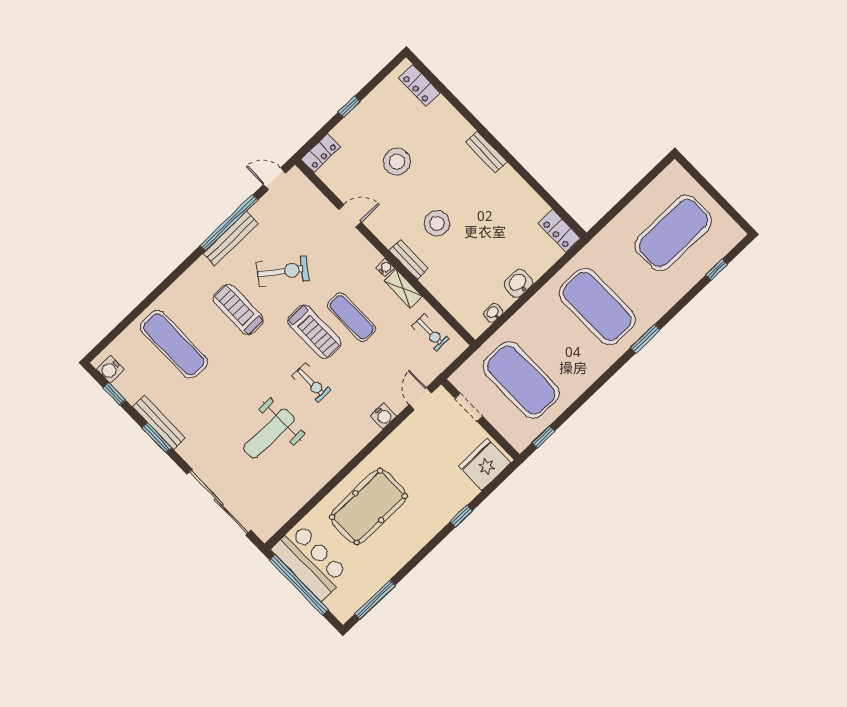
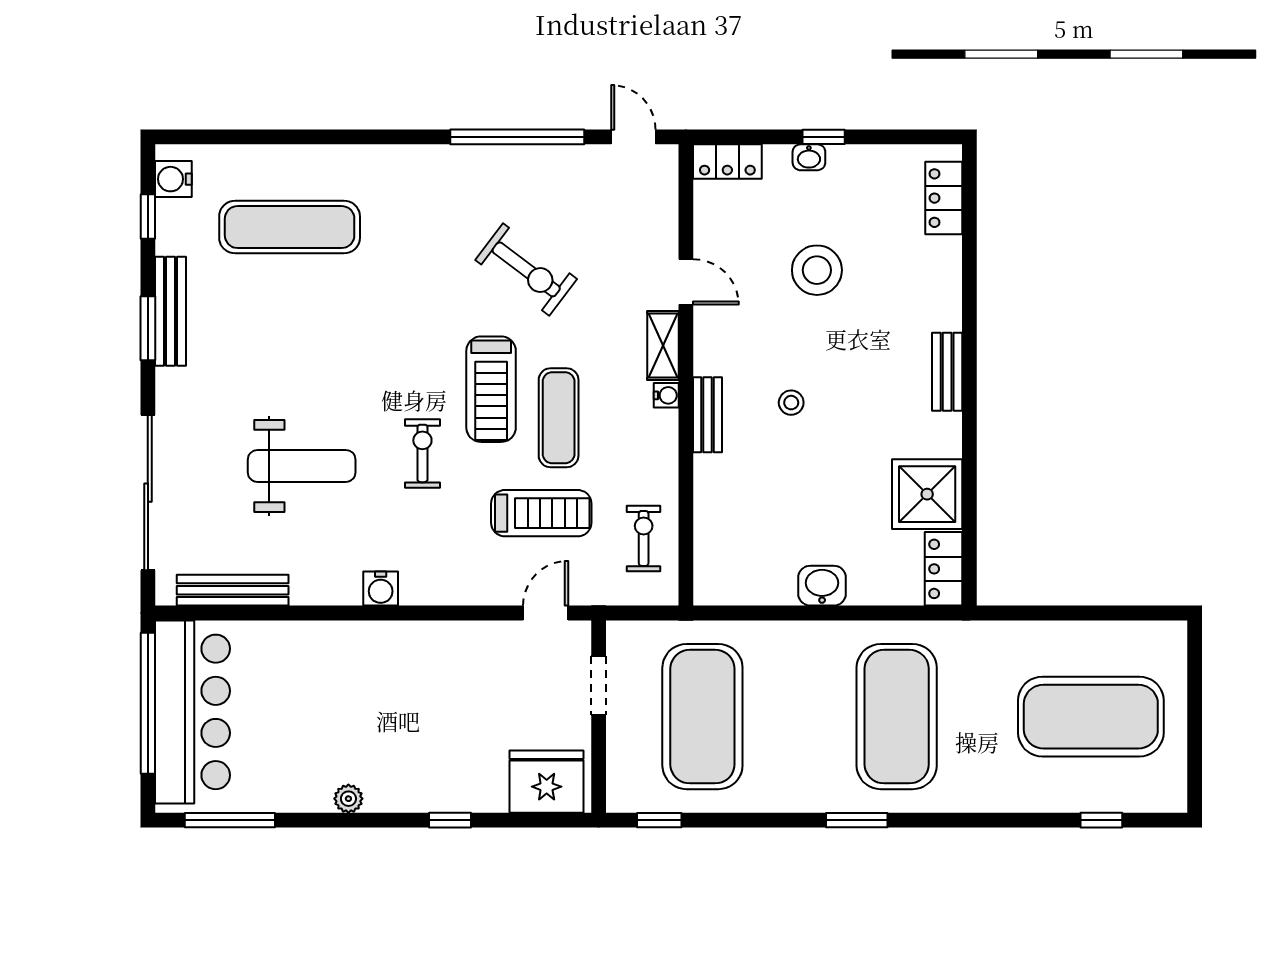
shower: (525, 208) -> (927, 494), added
stool: (437, 223) -> (791, 403), width x0.53, depth x0.53
bench: (231, 238) -> (233, 590), moved
shelving: (403, 288) -> (663, 345), moved
treadmill: (238, 309) -> (541, 513), moved, turned 90
washbasin: (493, 313) -> (809, 157), moved, turned 180
exercise bike: (431, 332) -> (644, 538), turned 180
window: (645, 339) -> (857, 820), moved
exercise mat: (174, 344) -> (290, 227), turned 90
exercise bike: (312, 383) -> (422, 453), turned 180
water cooler: (383, 416) -> (381, 589), moved
weight bench: (269, 433) -> (302, 466), turned 180
pool table: (368, 507) -> (340, 689), removed
plant: (413, 546) -> (348, 799), added
bar counter: (310, 562) -> (193, 712), width x1.36

